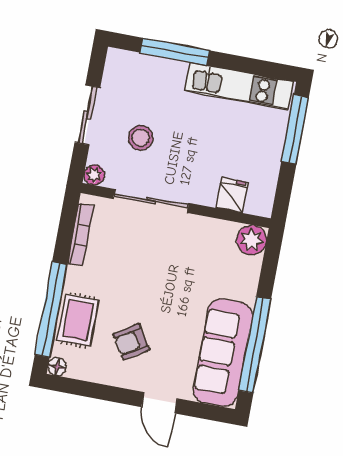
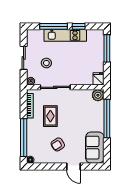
window: (236, 63) -> (79, 26), added
kitchen unit: (239, 86) -> (65, 35), moved
fridge: (232, 195) -> (99, 79), moved
rug: (78, 320) -> (50, 116), moved
window: (255, 345) -> (107, 118), moved
sofa: (223, 353) -> (95, 148), width x0.73

